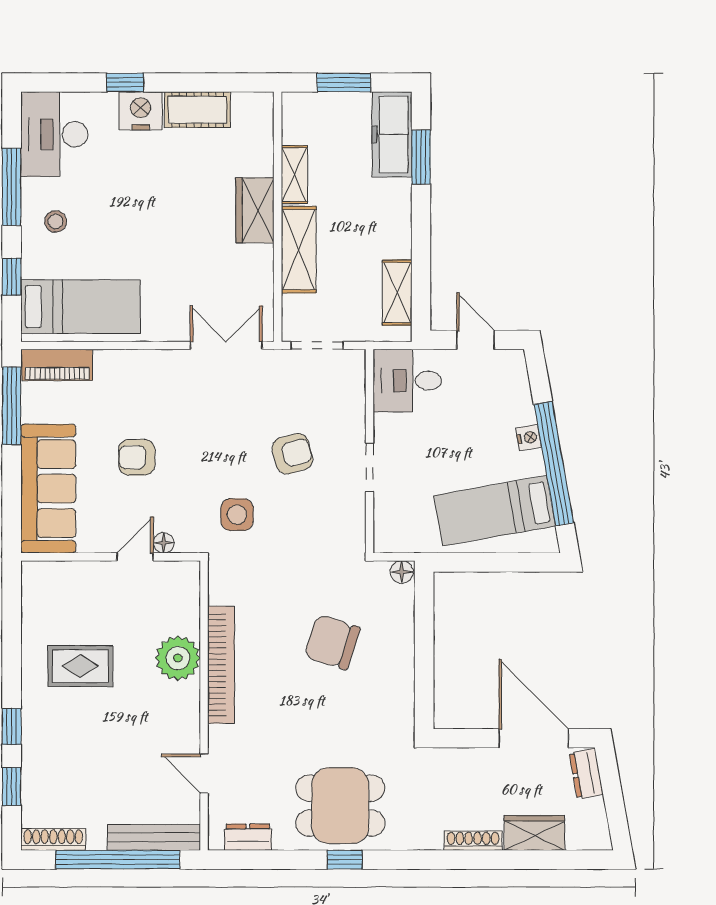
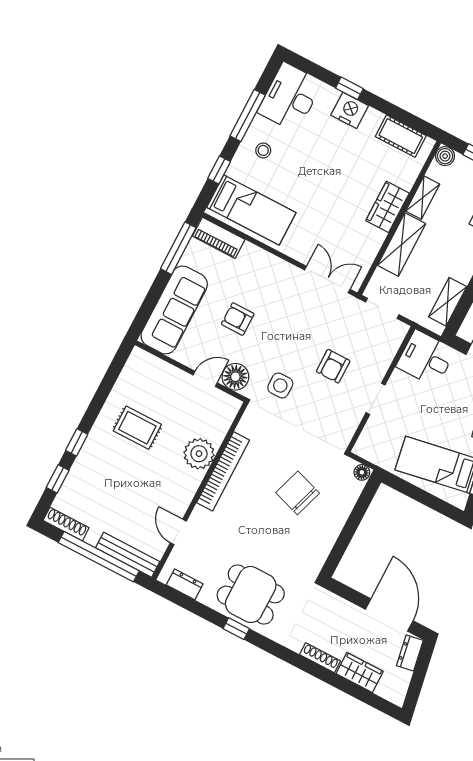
boiler: (295, 106) -> (445, 156), added
cot: (197, 110) -> (401, 136), moved
armchair: (292, 454) -> (333, 366), turned 105
floor lamp: (164, 543) -> (235, 377), width x1.89, depth x1.89

